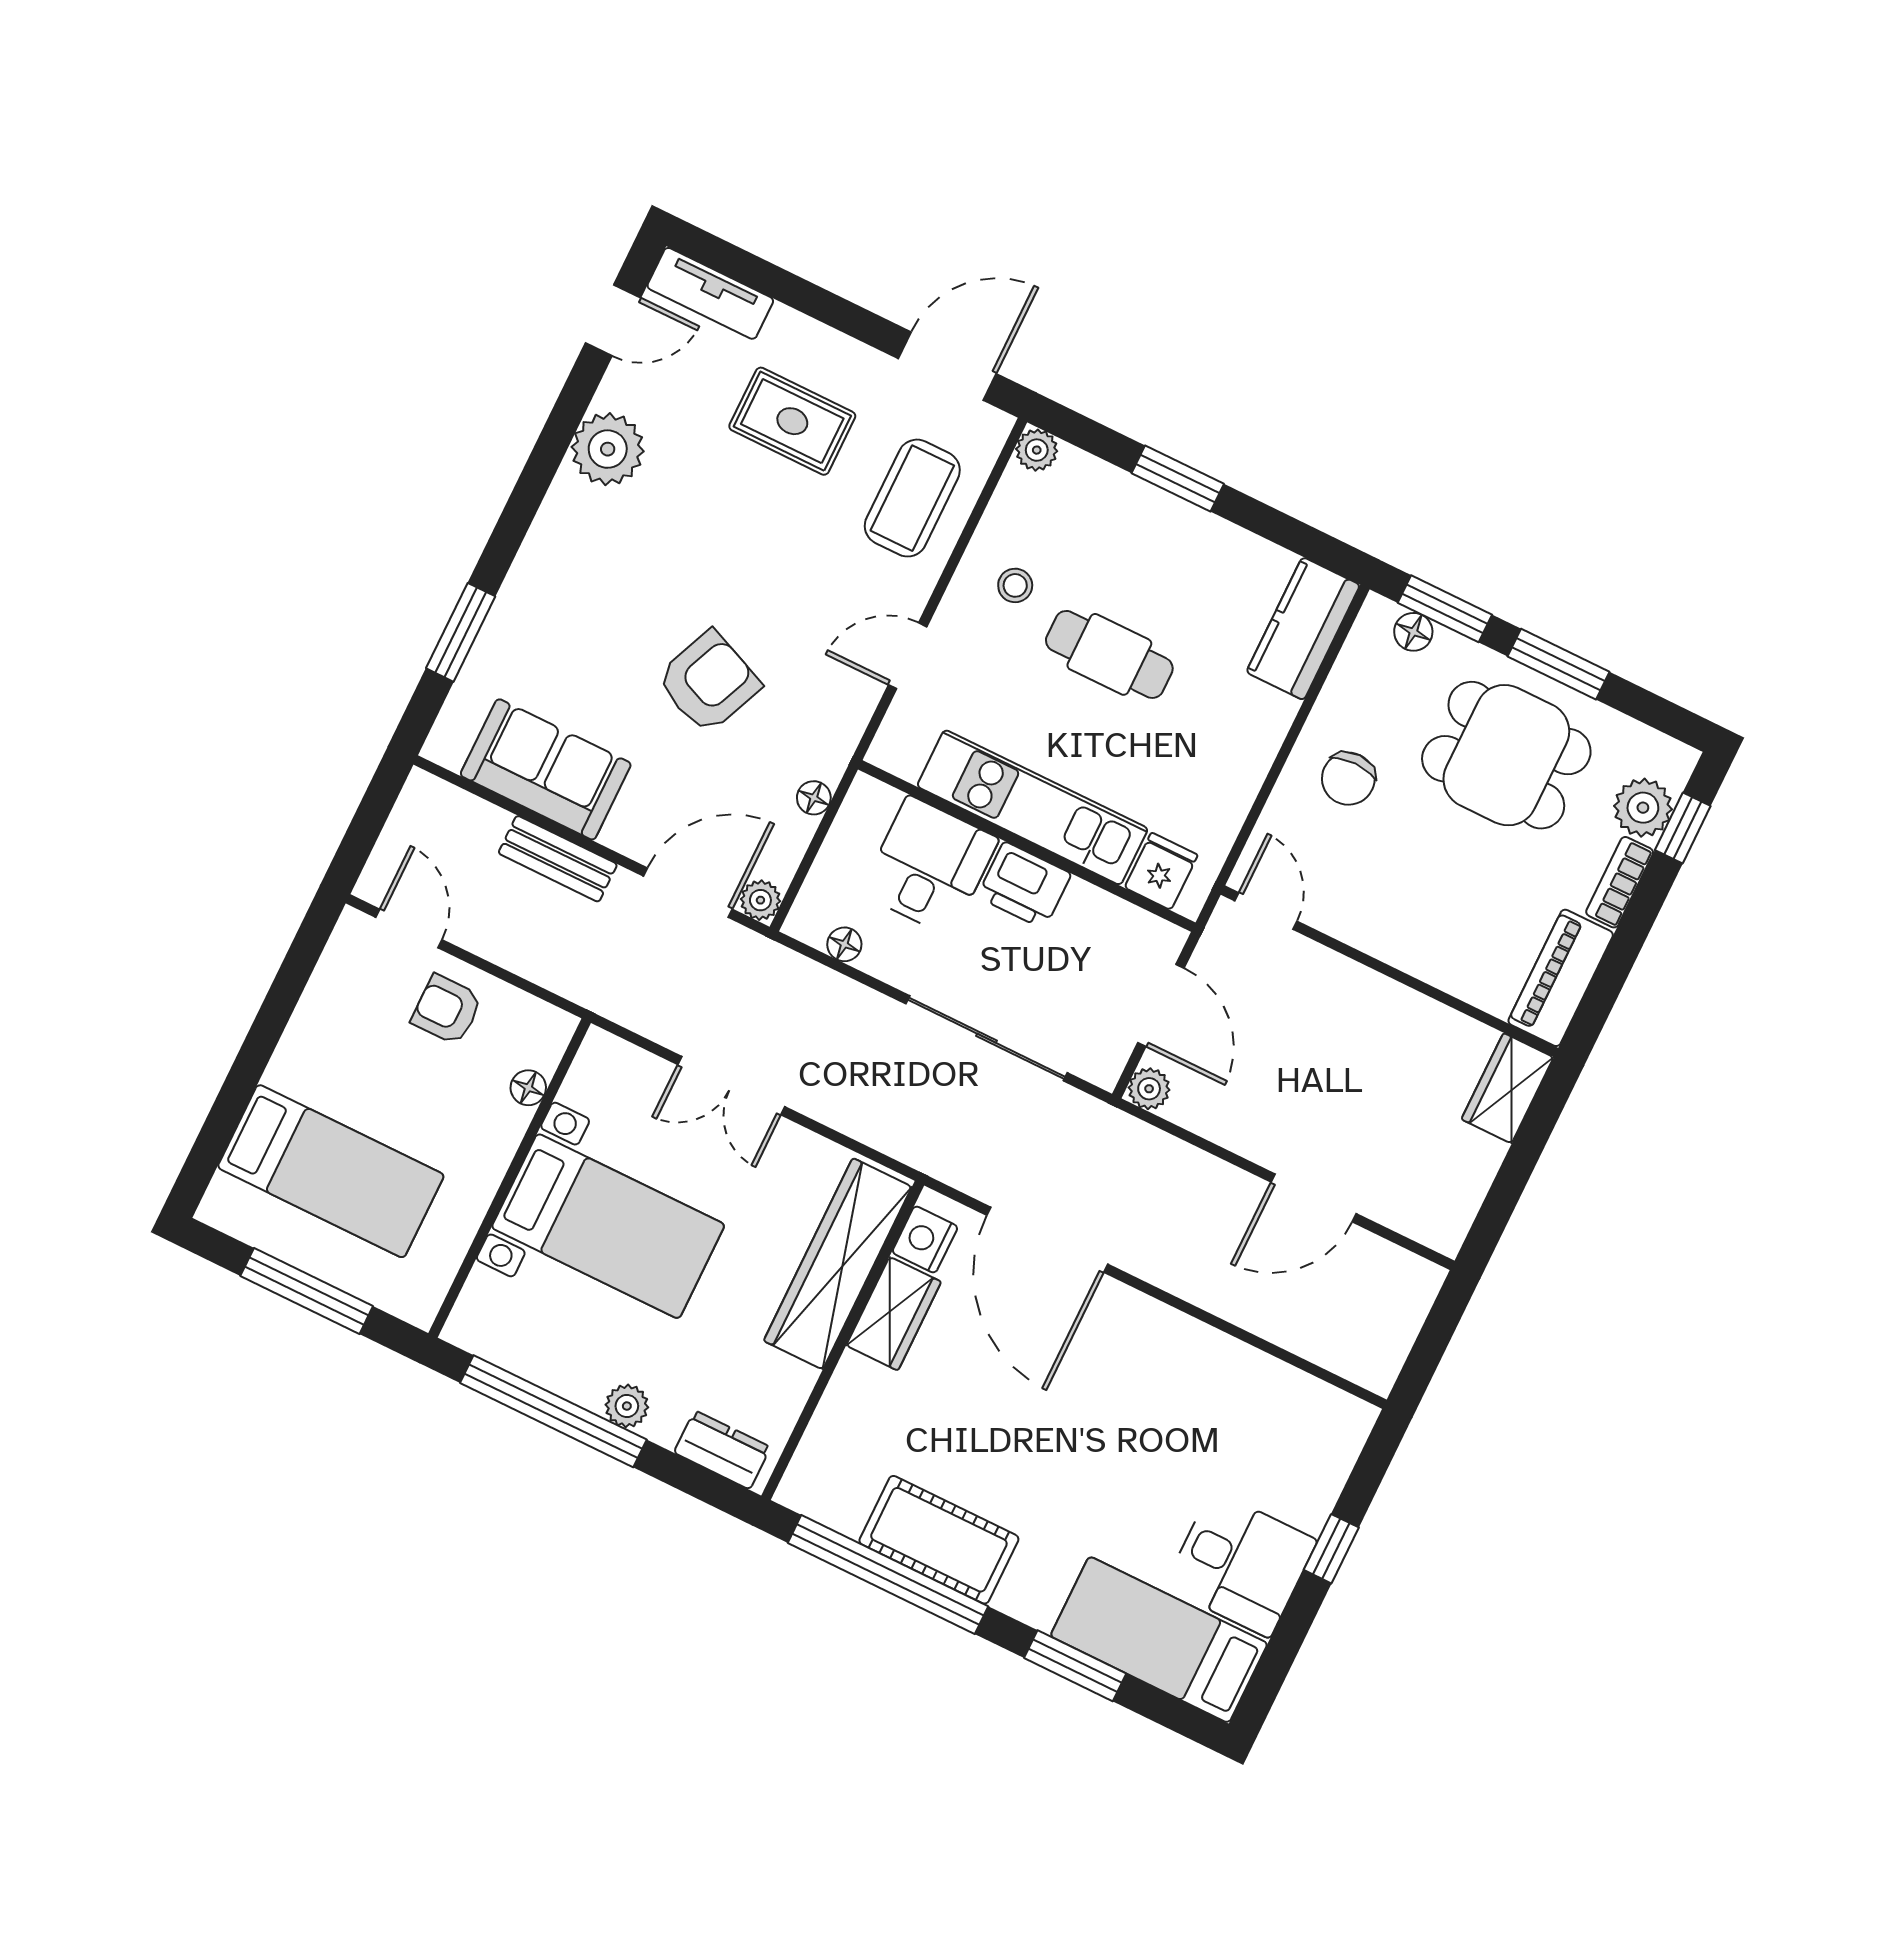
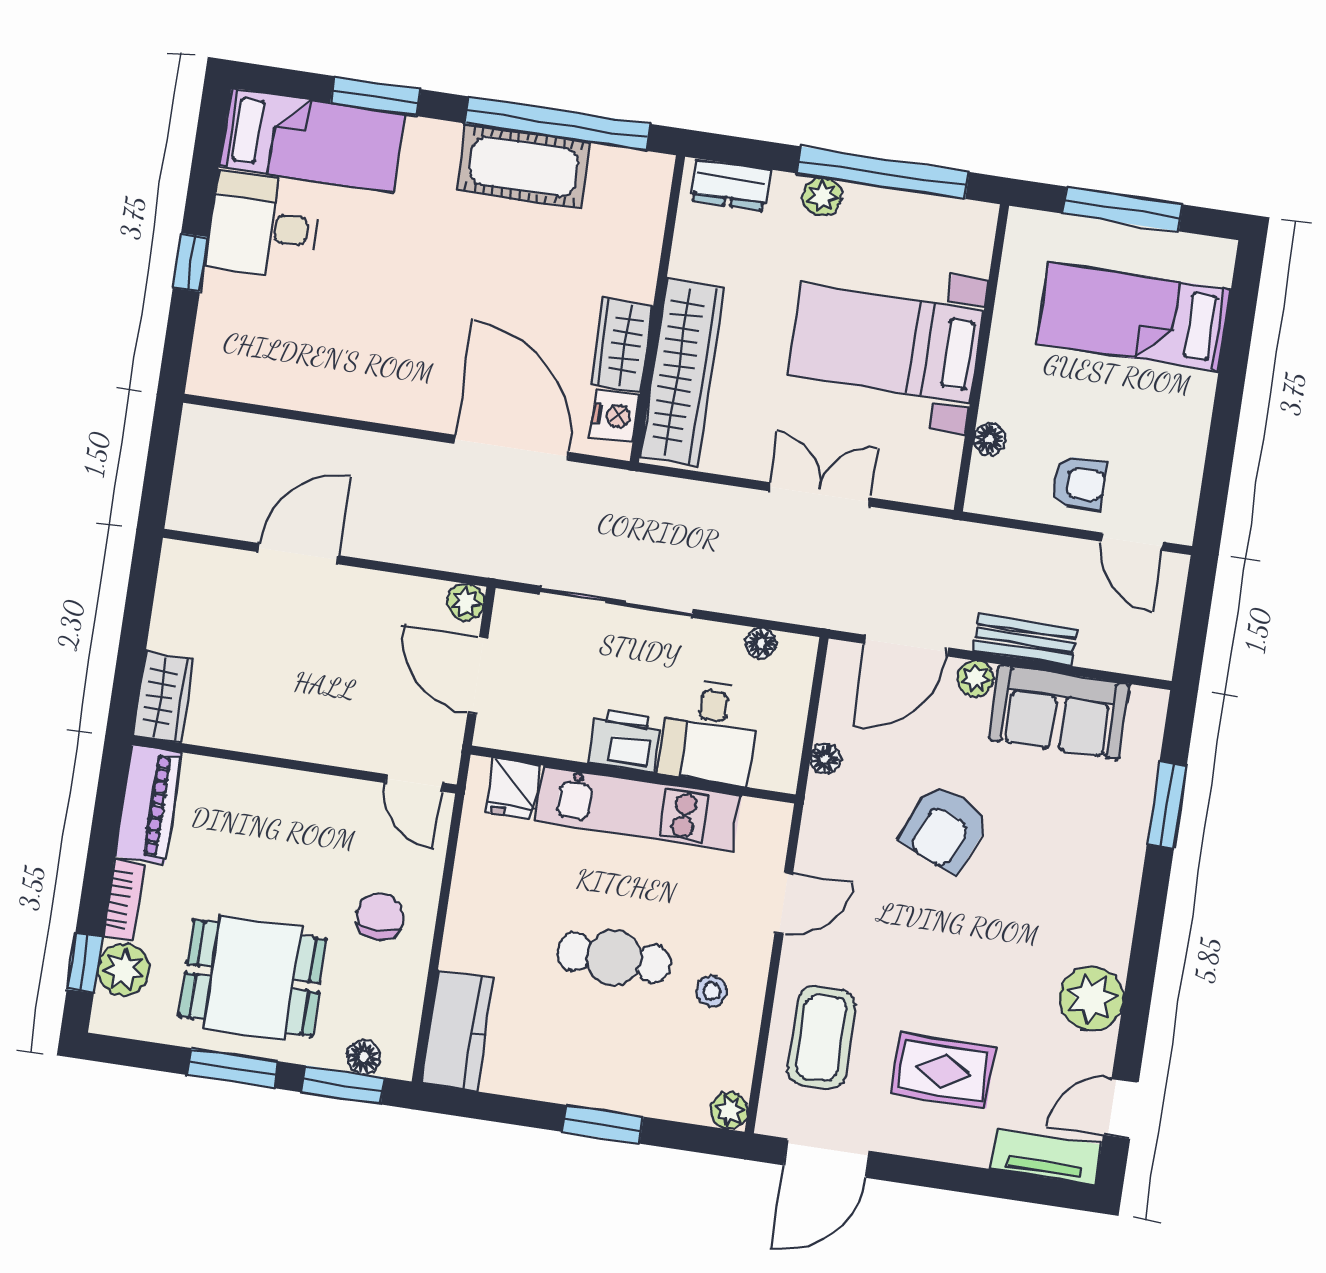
plant: (760, 900) -> (976, 678), moved

